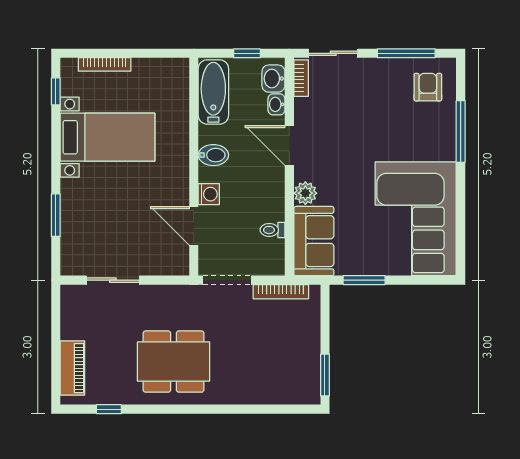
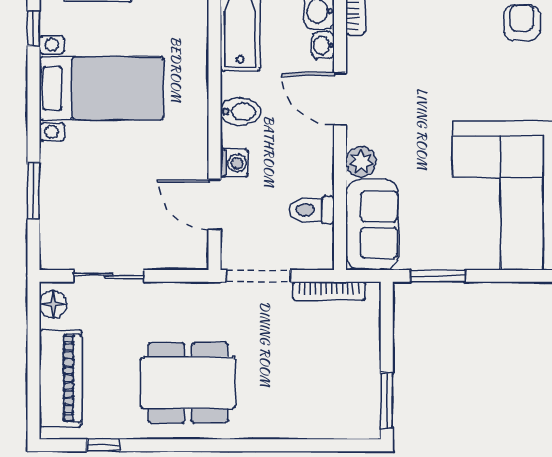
toilet: (273, 230) -> (312, 210), width x1.37, depth x1.39
floor lamp: (71, 302) -> (53, 304), added
piano: (72, 368) -> (61, 378), width x1.37, depth x1.33

